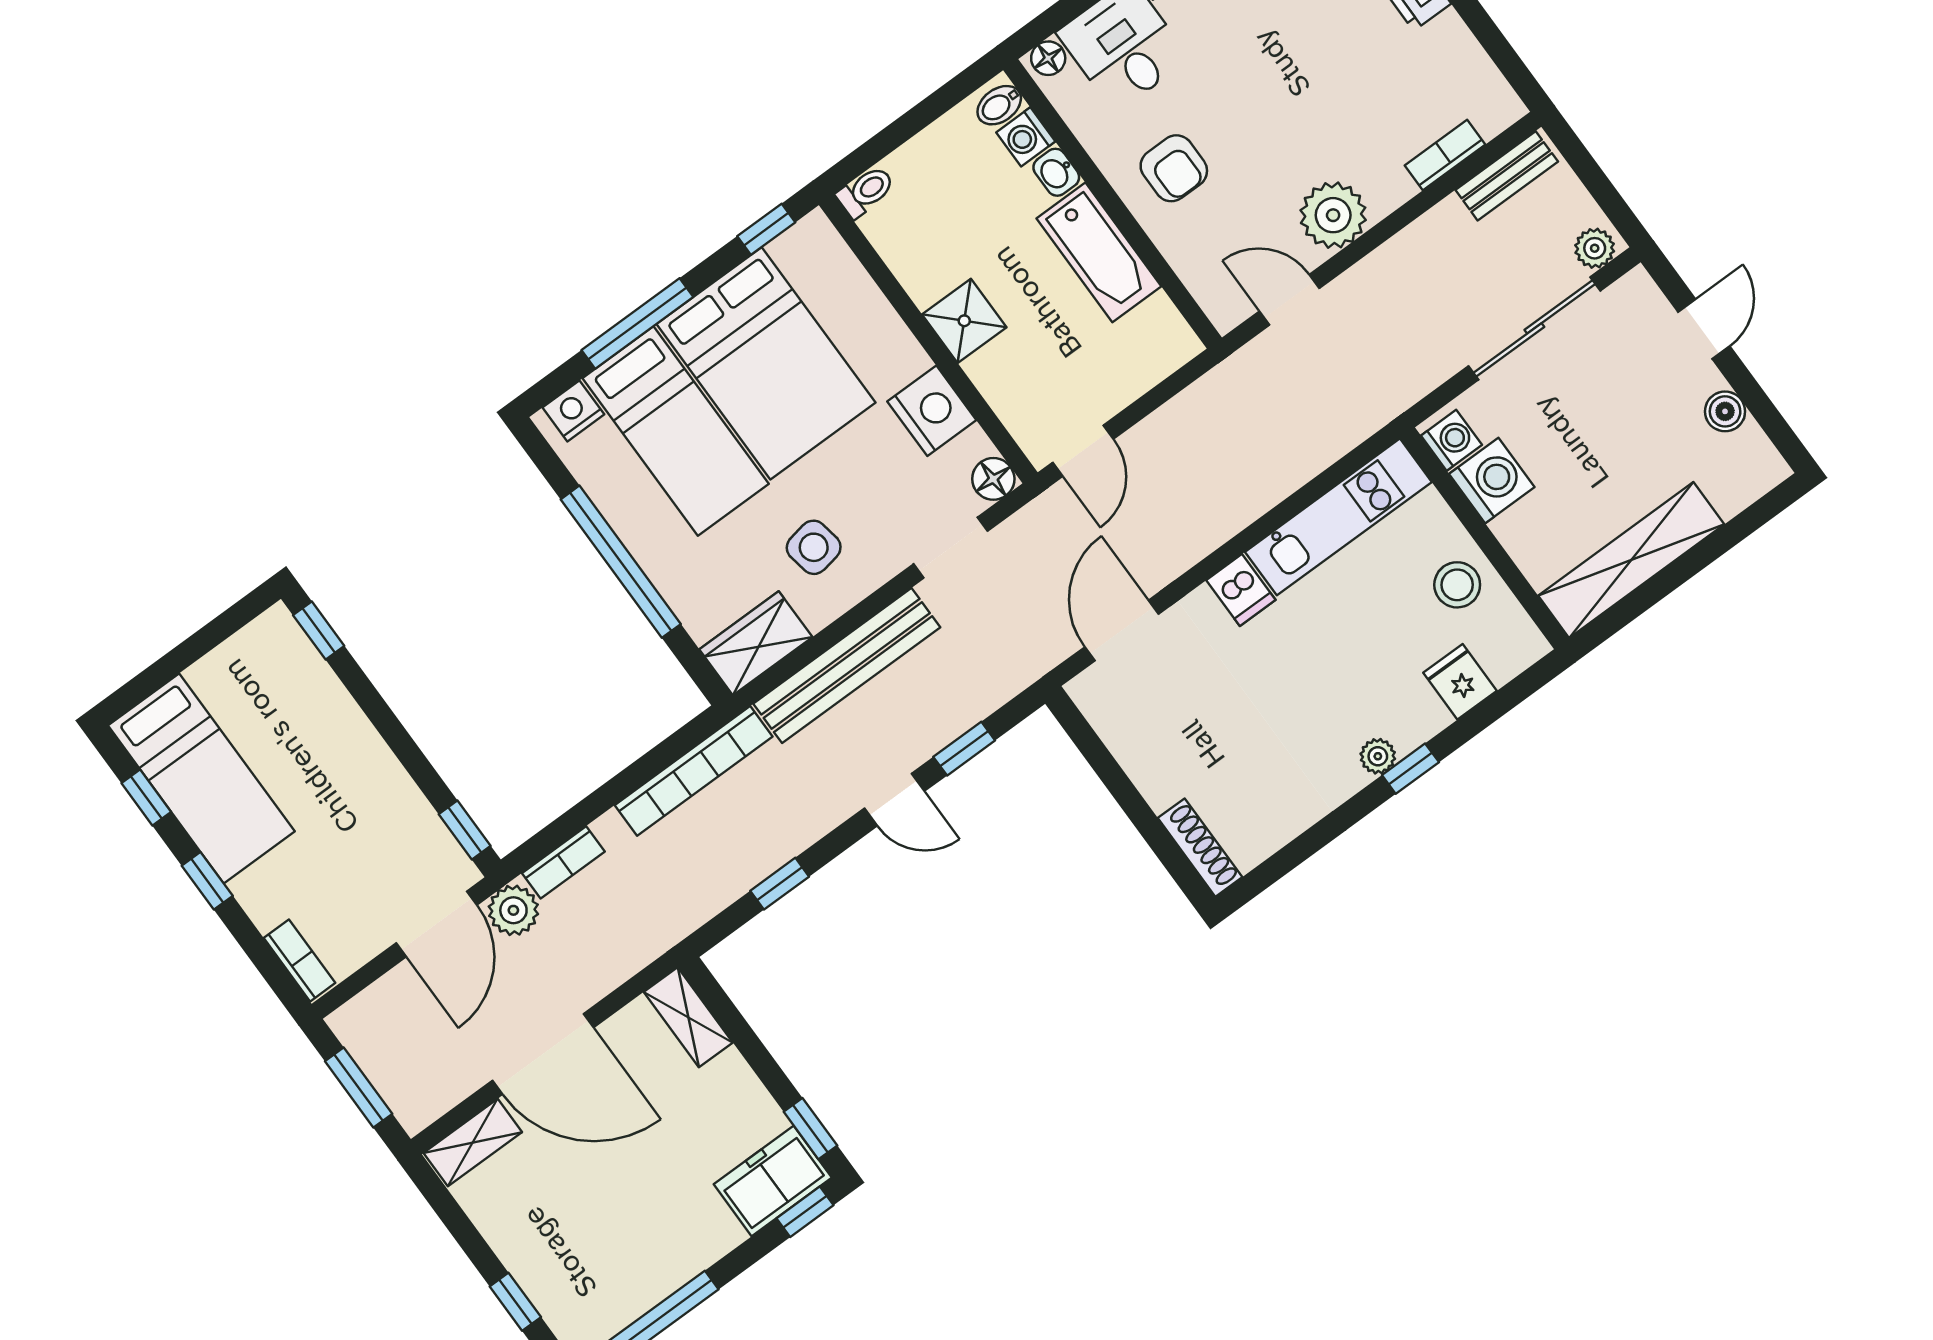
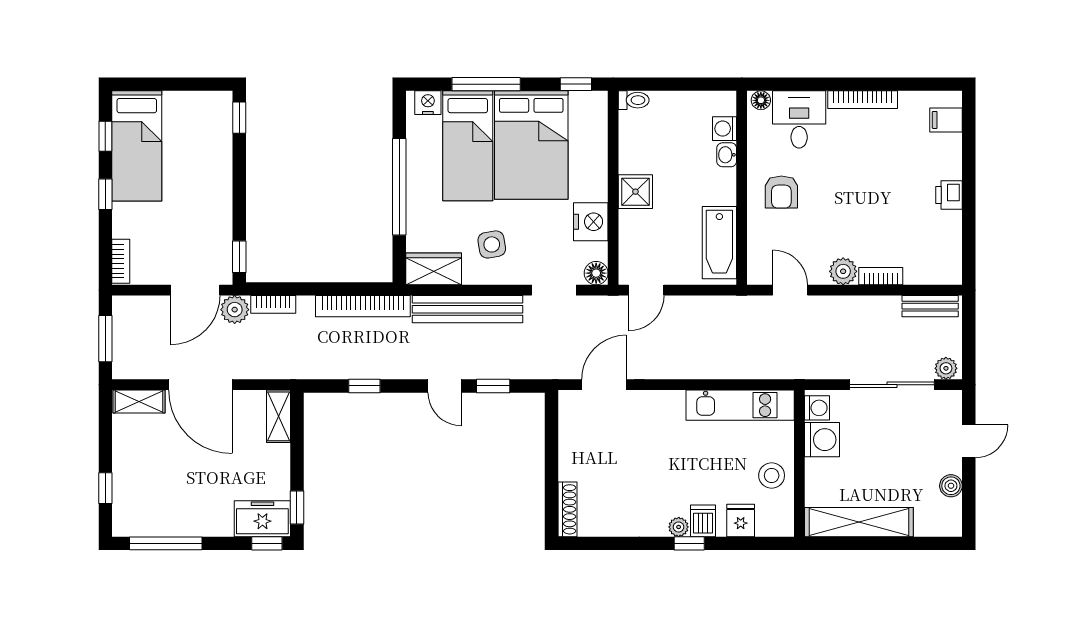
bidet: (999, 105) -> (723, 105), removed
bookcase: (1445, 155) -> (881, 276), moved
plant: (1333, 215) -> (843, 271), width x0.73, depth x0.73
bathtub: (1099, 252) -> (719, 243), moved
dishwasher: (1241, 590) -> (703, 521), moved, turned 180

